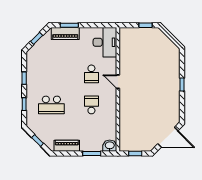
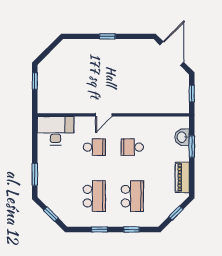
piano: (65, 34) -> (45, 179), removed
school desk: (51, 74) -> (94, 196), added
washbasin: (110, 146) -> (182, 137), moved

